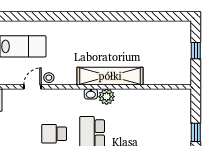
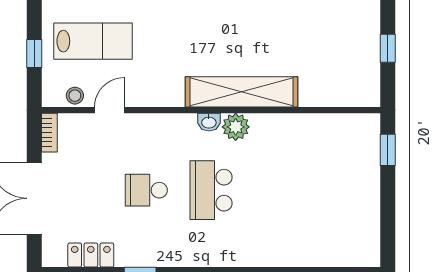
stool: (49, 78) -> (75, 96), moved
window: (196, 132) -> (388, 150), moved

